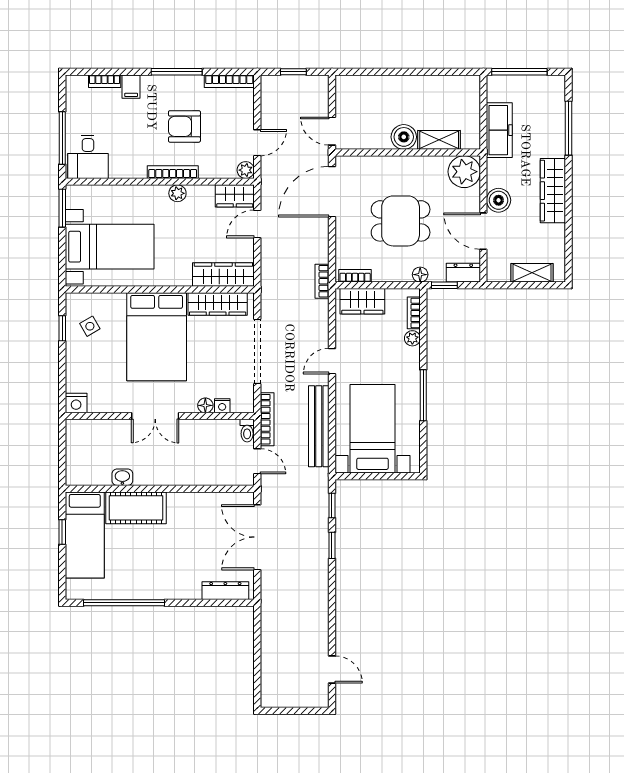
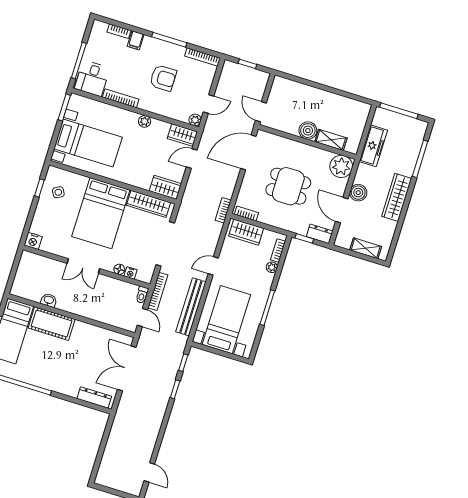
armchair: (184, 126) -> (163, 78), turned 180
bookcase: (173, 172) -> (121, 98), moved
wardrobe: (223, 275) -> (165, 187), width x0.67
floor lamp: (420, 275) -> (290, 226), removed

